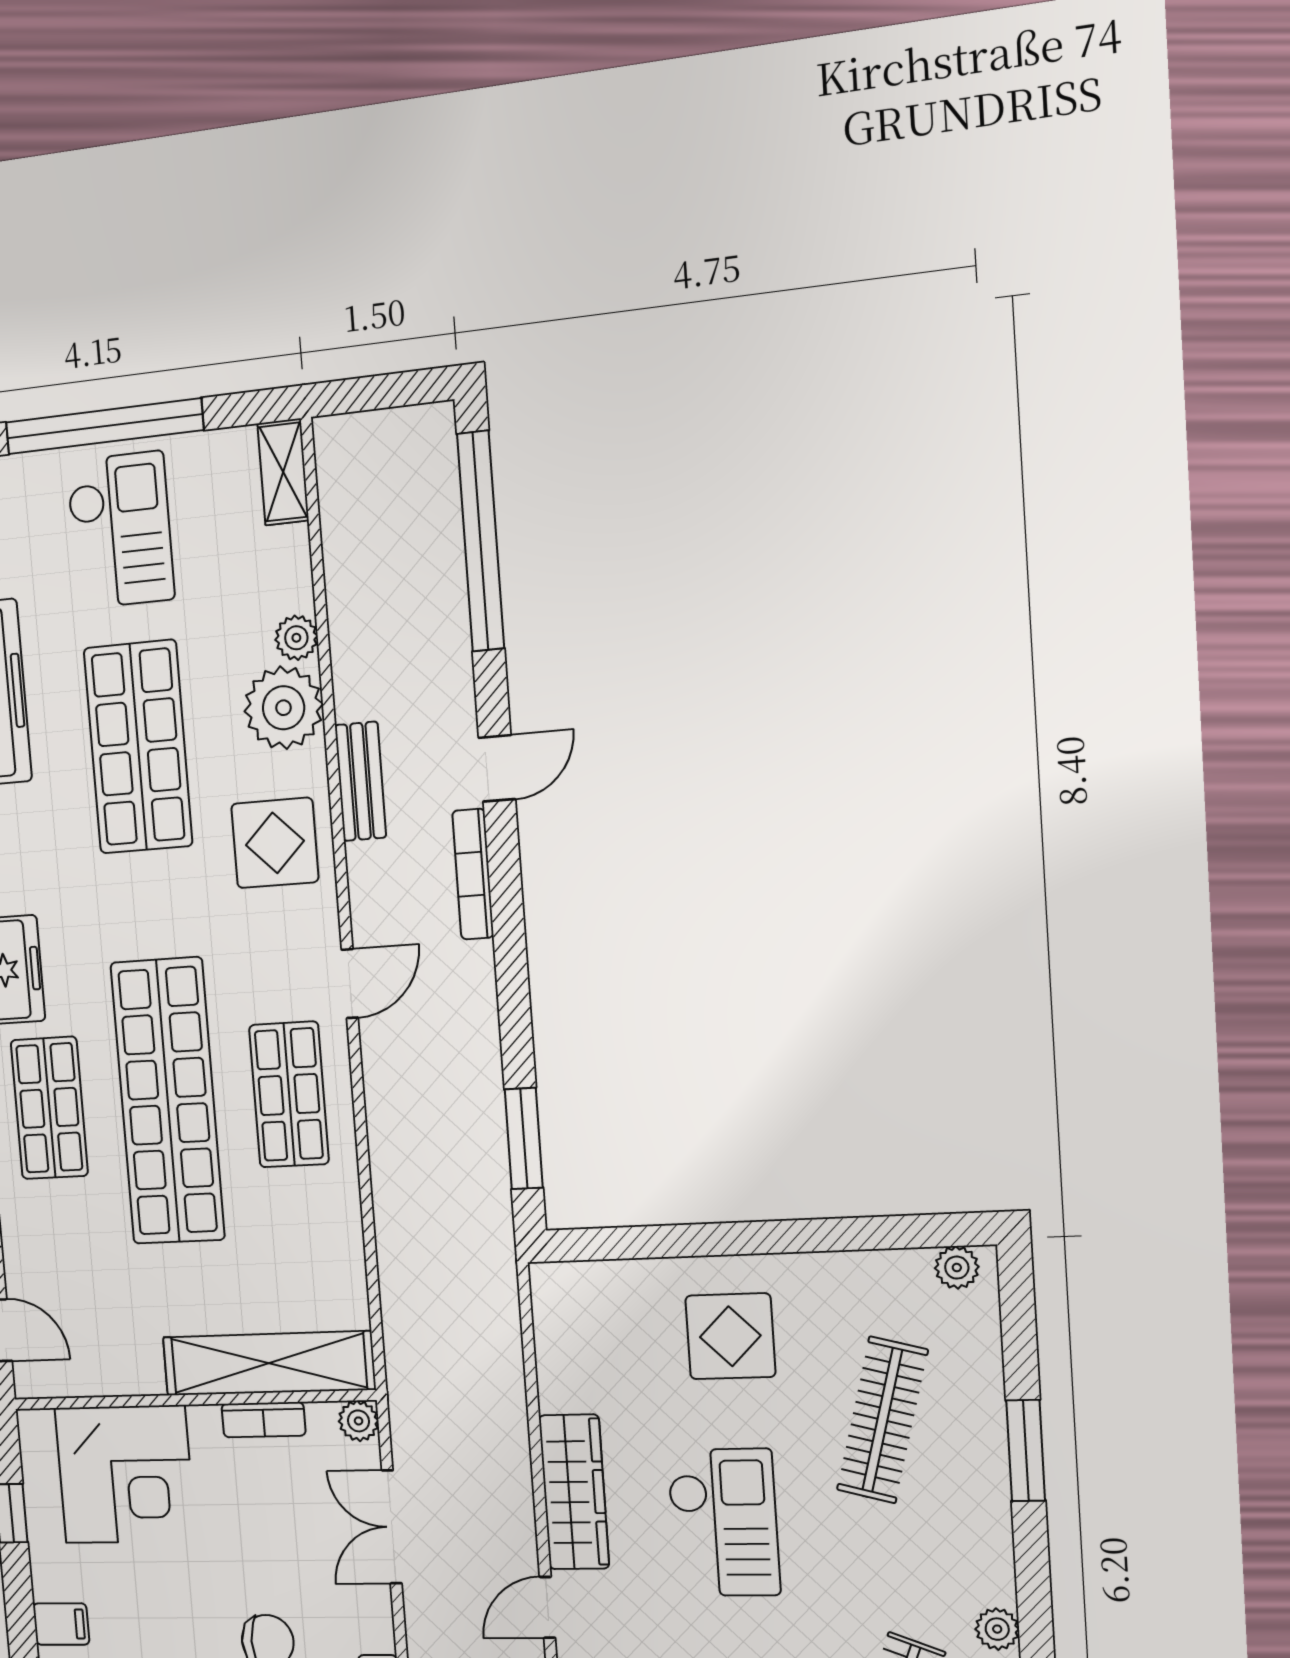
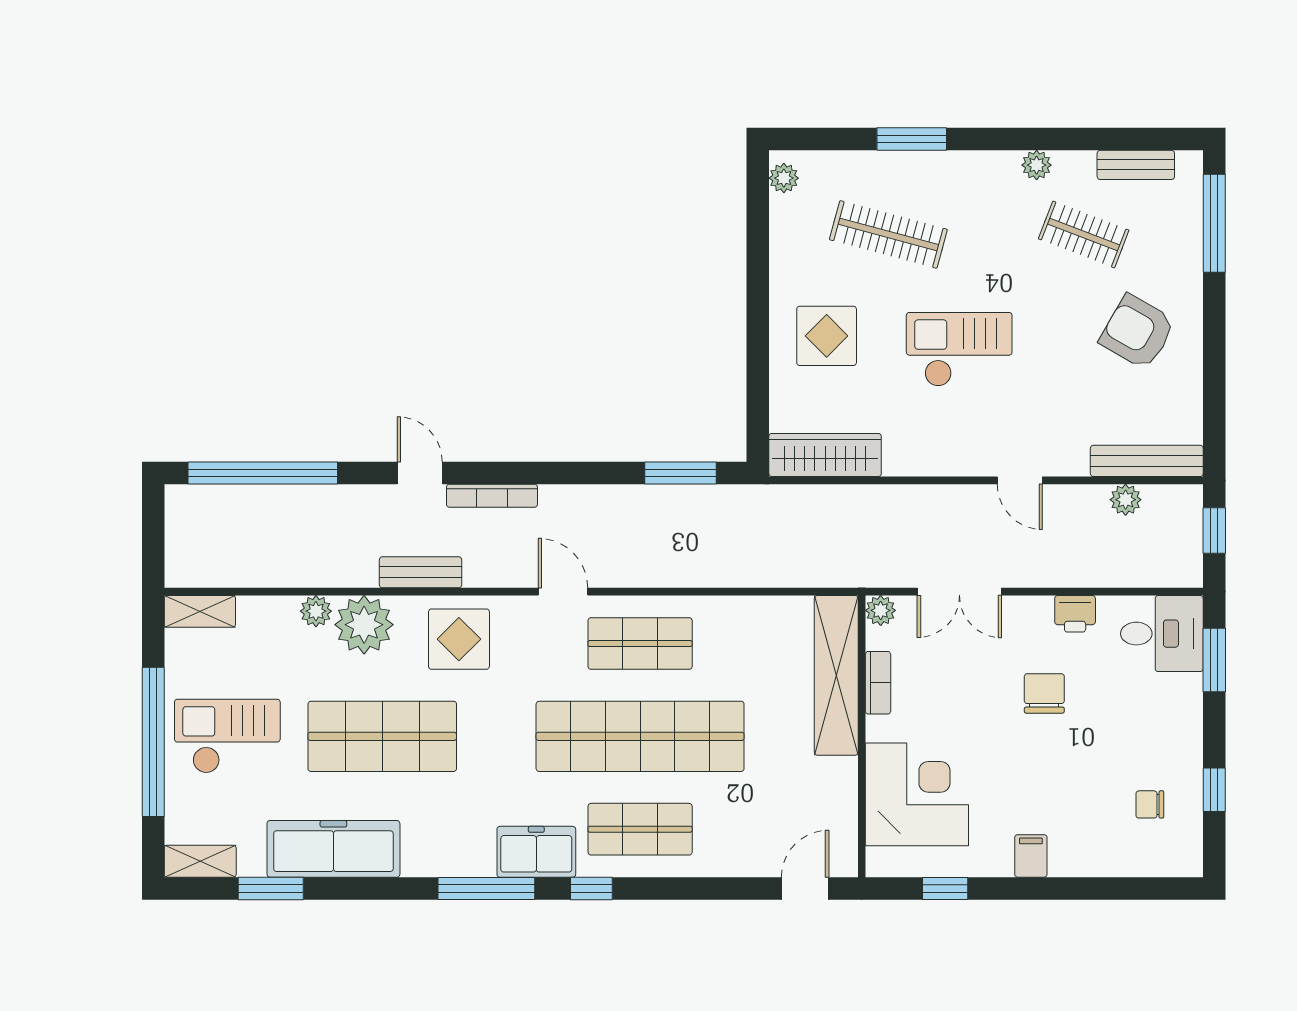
wardrobe: (574, 1492) -> (825, 455), moved

